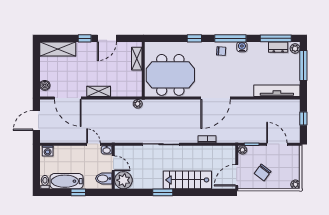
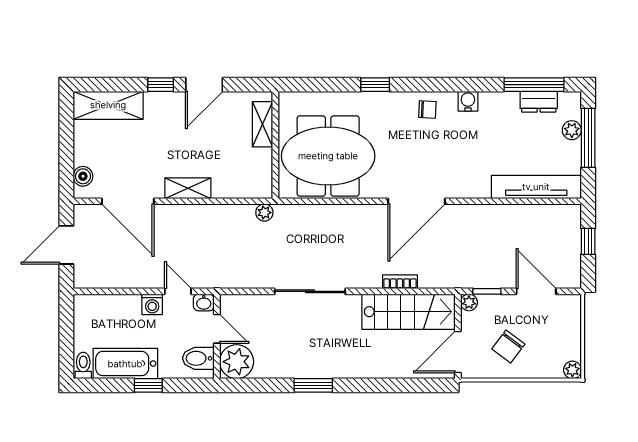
window: (230, 38) -> (445, 85), removed
plant: (295, 48) -> (572, 130), moved
washing machine: (48, 151) -> (152, 304), moved
stairs: (187, 180) -> (408, 312), moved, turned 180

